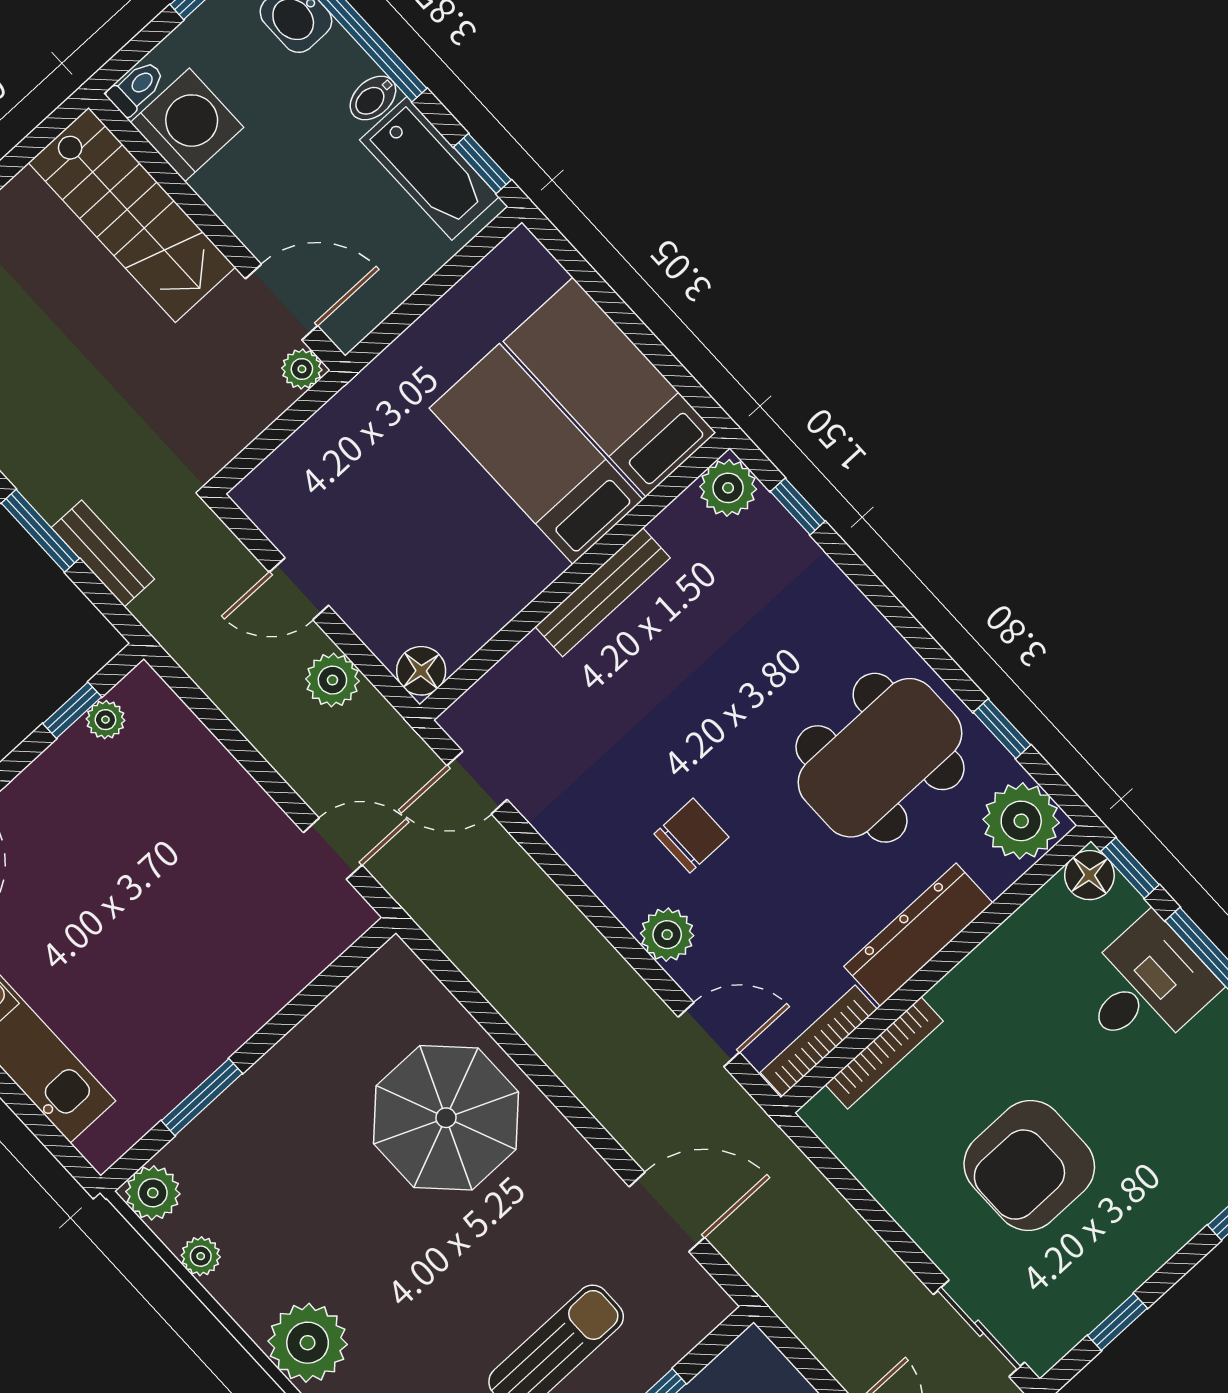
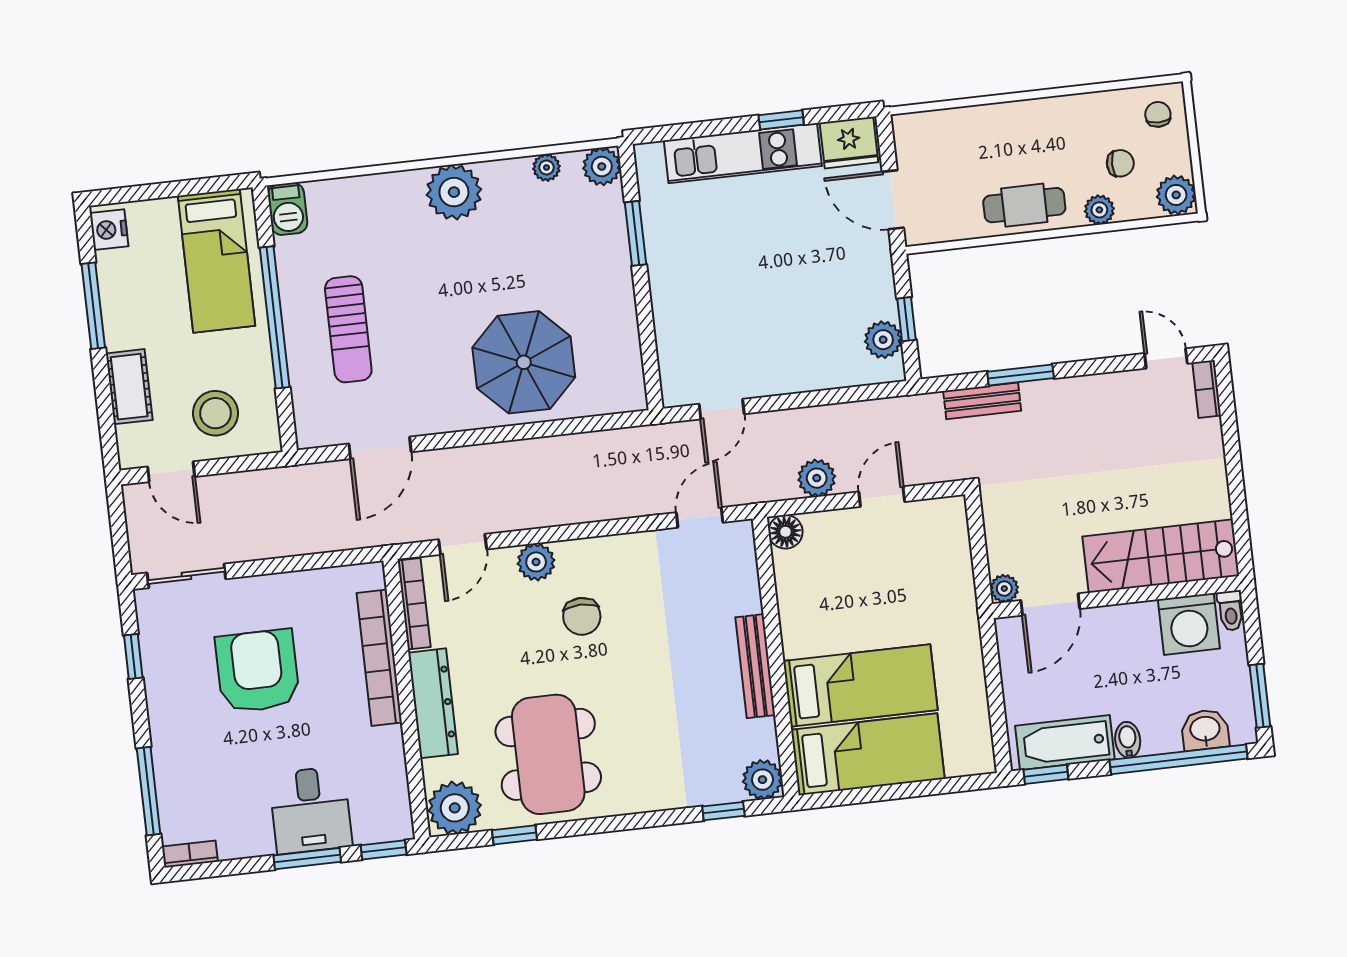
plant: (105, 720) -> (883, 340), width x1.38, depth x1.38
floor lamp: (1089, 875) -> (396, 824), removed
bookcase: (884, 1053) -> (379, 658), width x1.48, depth x1.31

